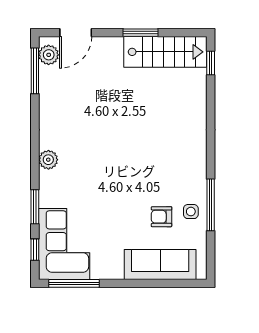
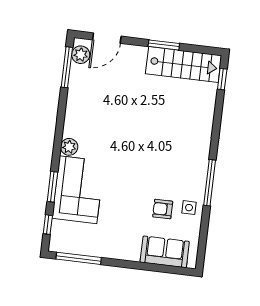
window: (211, 205) -> (210, 183), moved
corner sofa: (64, 244) -> (78, 190), moved
sofa: (160, 264) -> (165, 252), width x0.73

